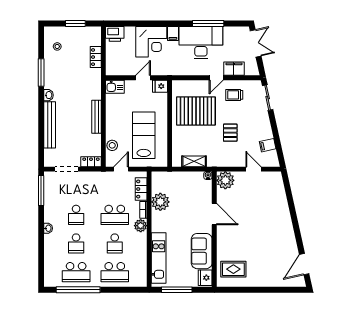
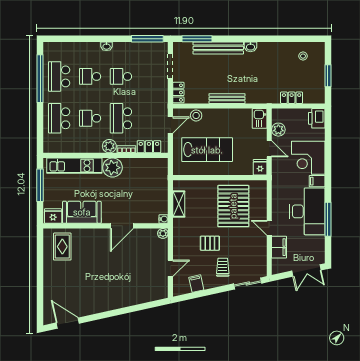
plant: (125, 69) -> (278, 130), added
window: (41, 72) -> (197, 39), moved
trolley: (234, 95) -> (223, 267), moved
door: (121, 169) -> (170, 125), hinge flipped
plant: (225, 180) -> (163, 233), width x0.53, depth x0.53
plant: (160, 202) -> (113, 168), moved

